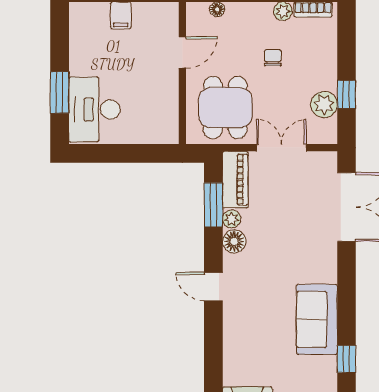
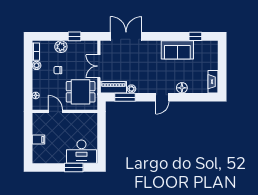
plant: (324, 104) -> (61, 47), moved
floor lamp: (234, 241) -> (182, 88), moved

